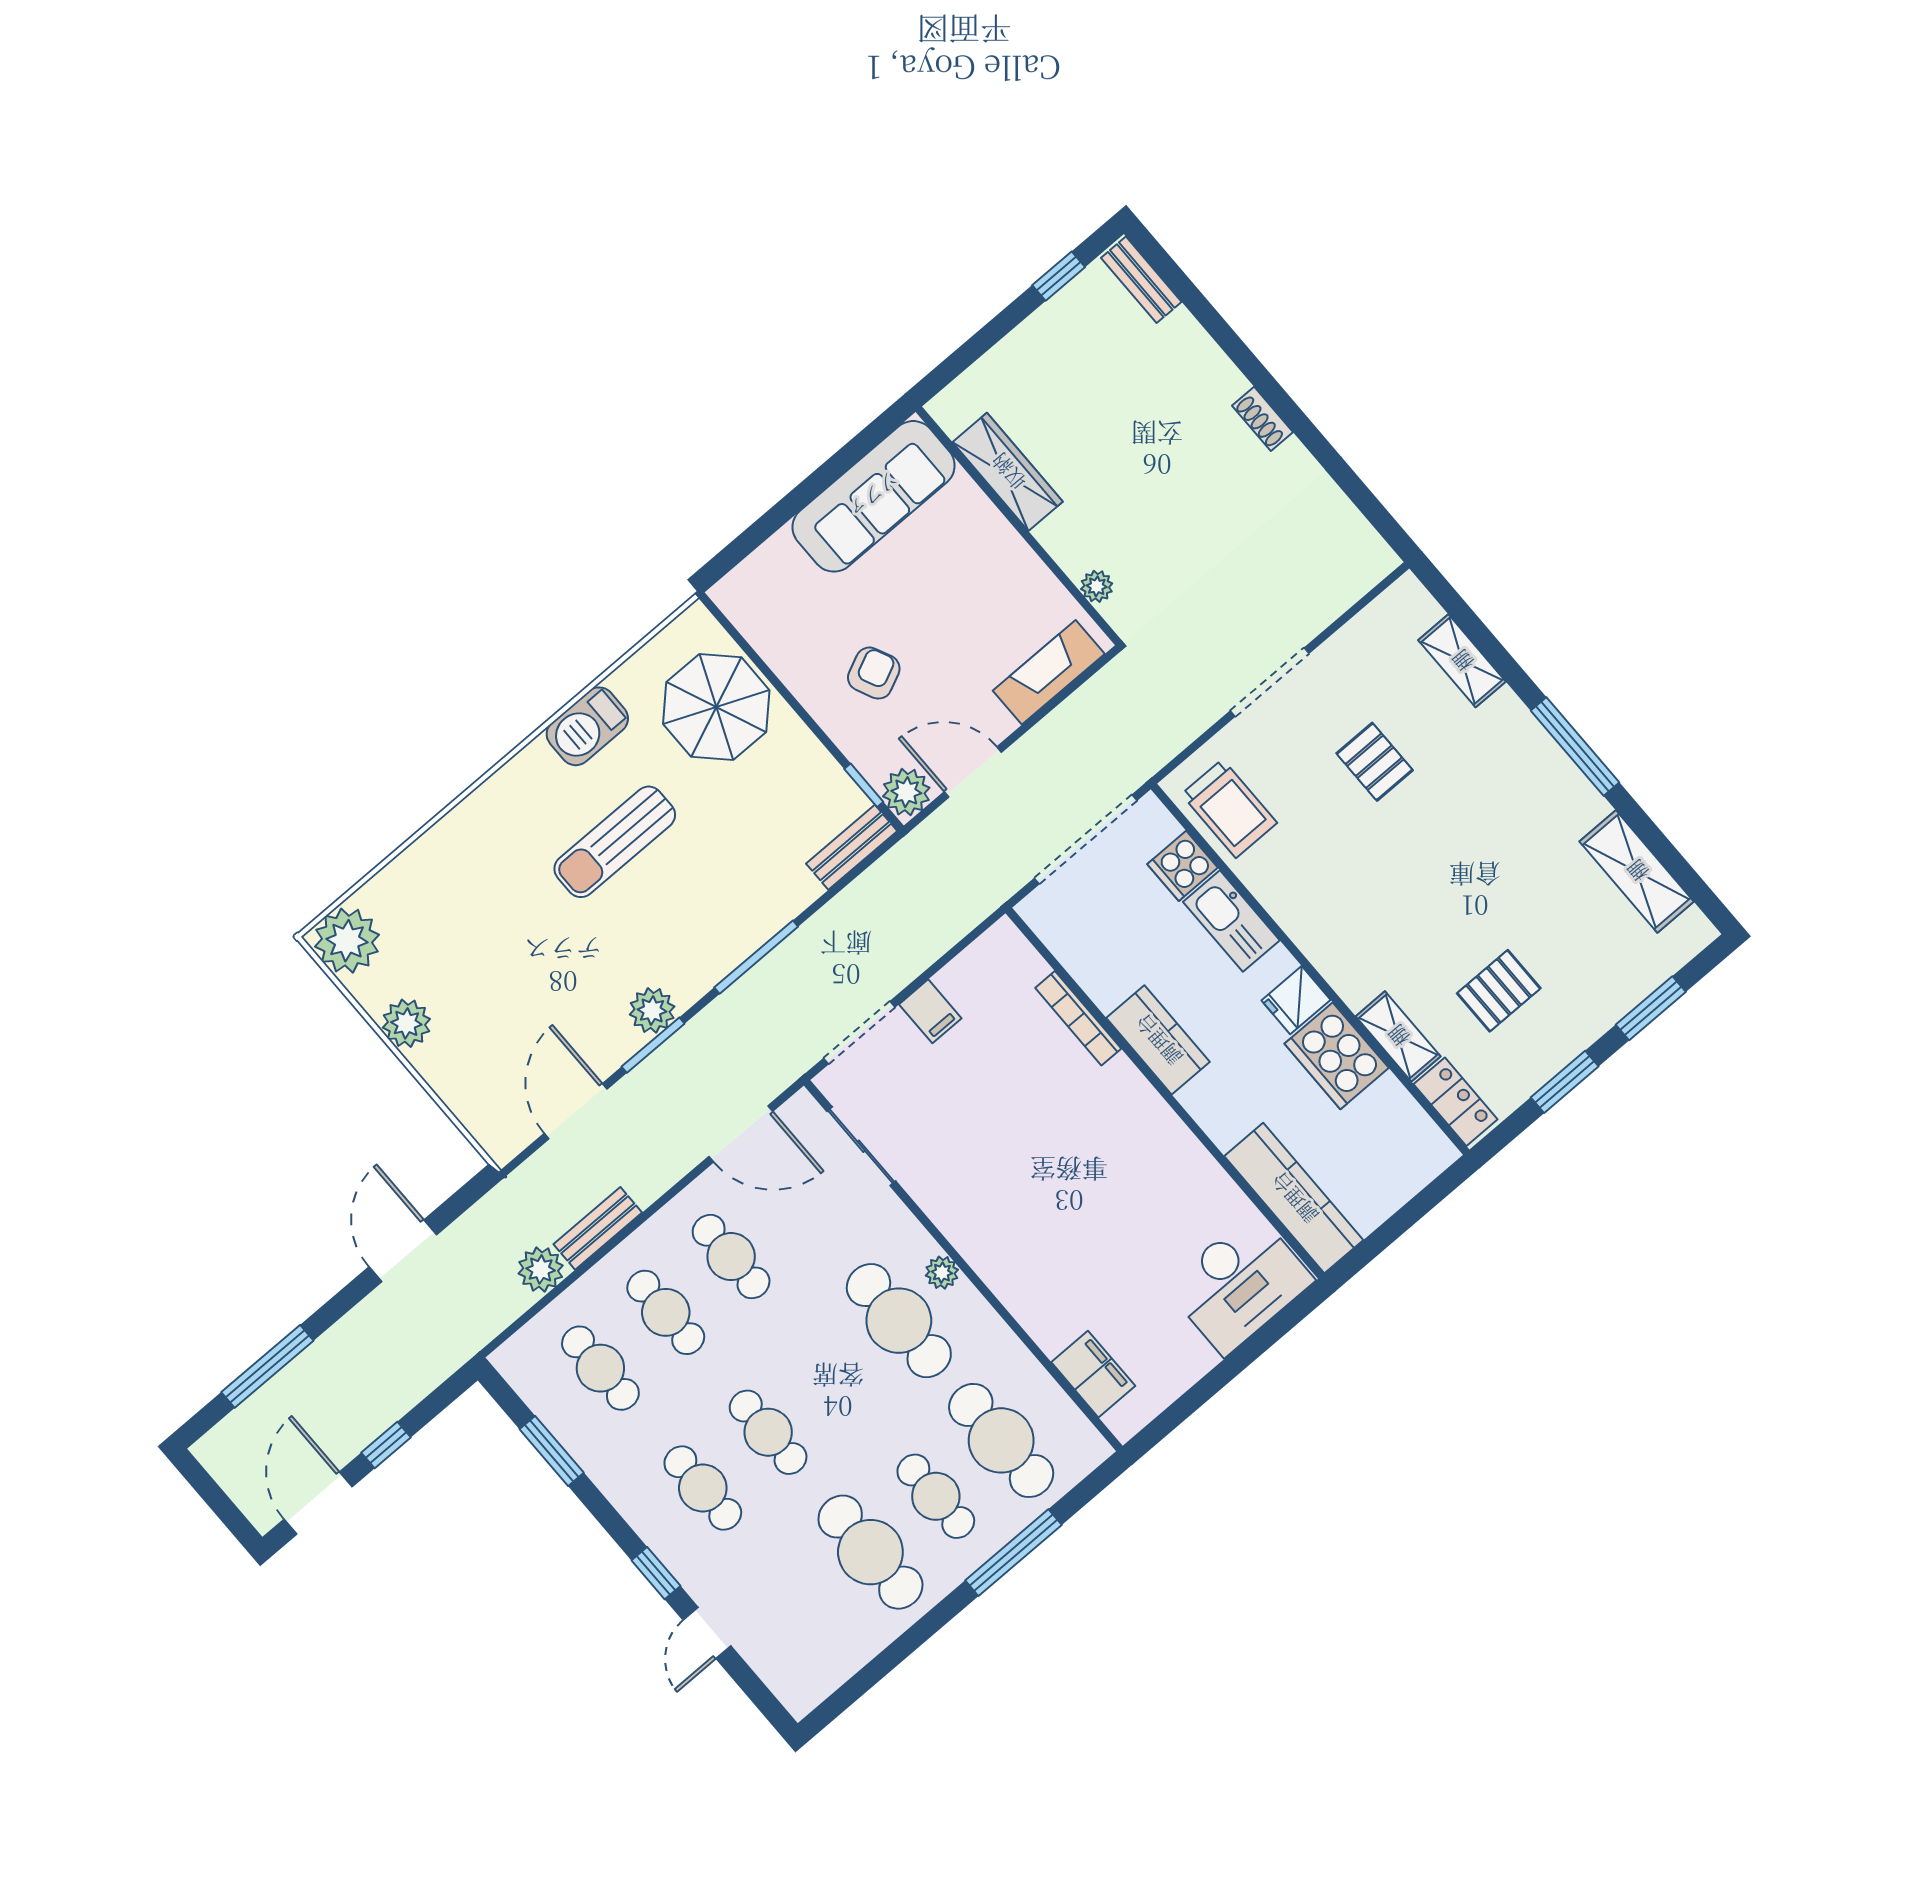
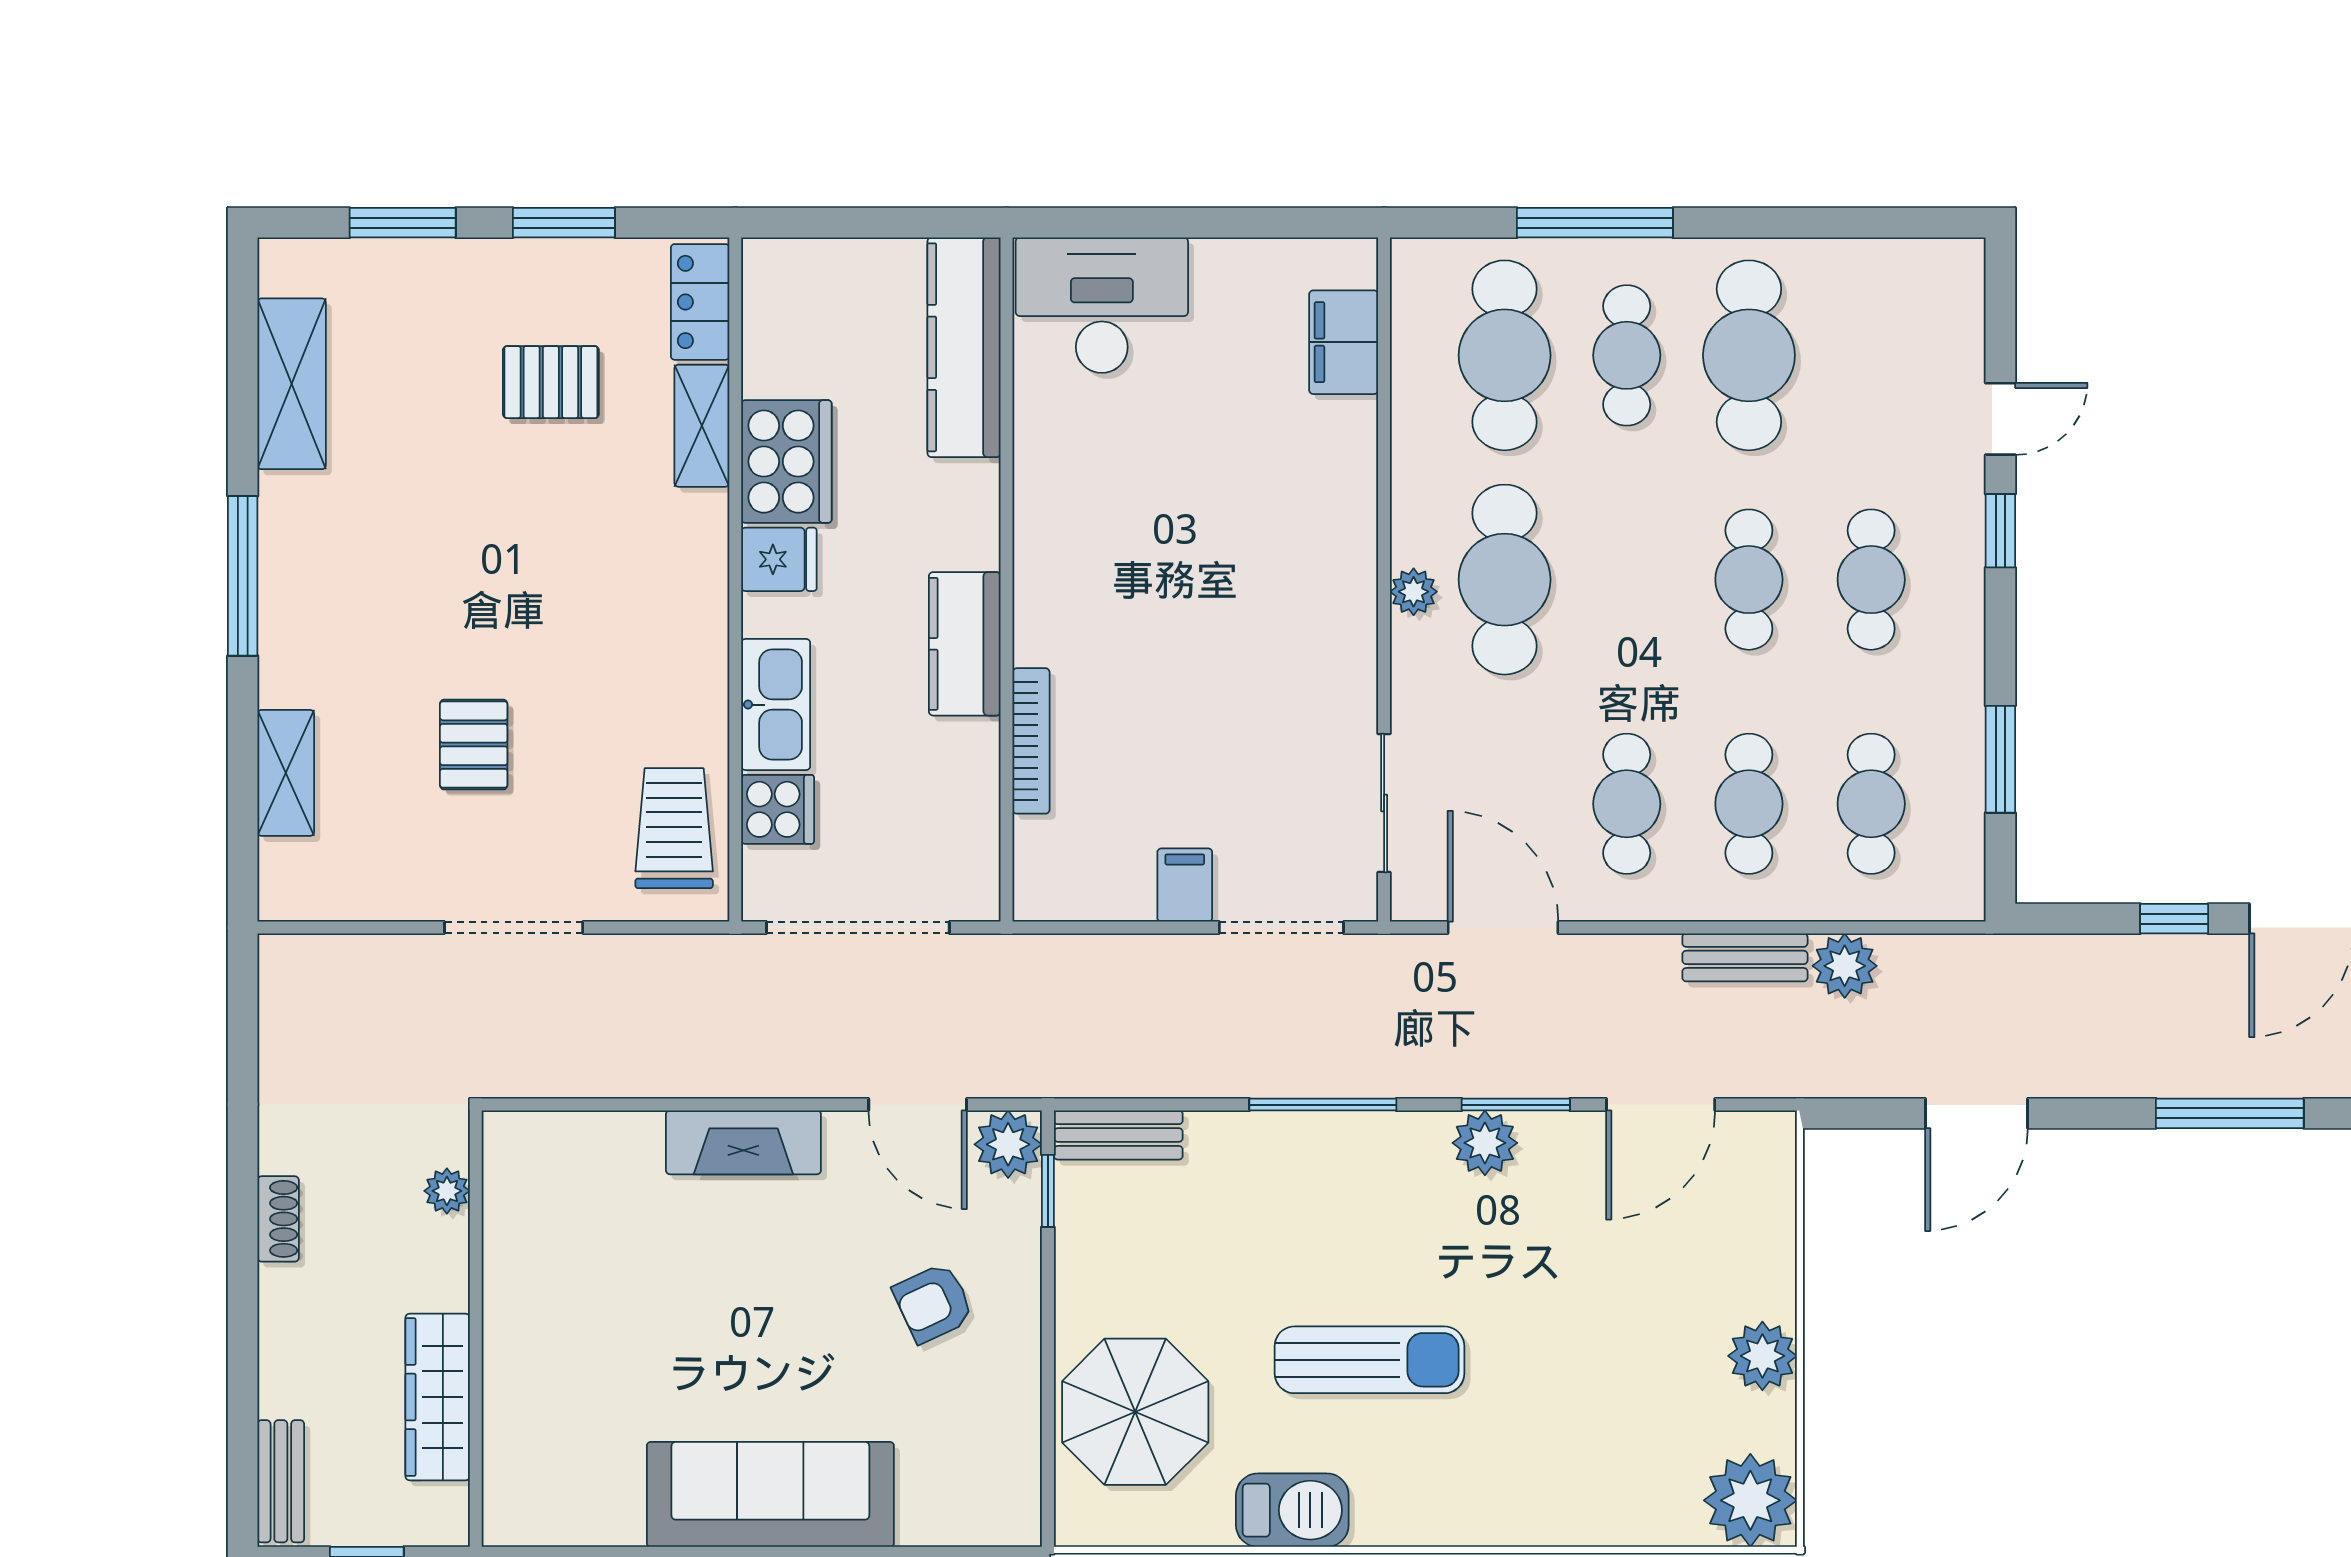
wardrobe: (1008, 472) -> (438, 1397), moved
wall: (1018, 526) -> (476, 1329), moved
plant: (1097, 586) -> (447, 1191), moved

